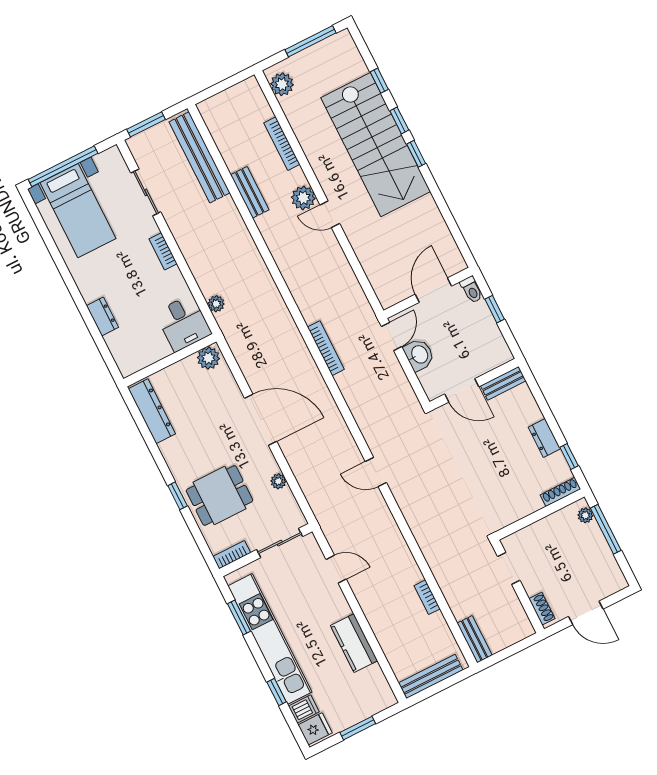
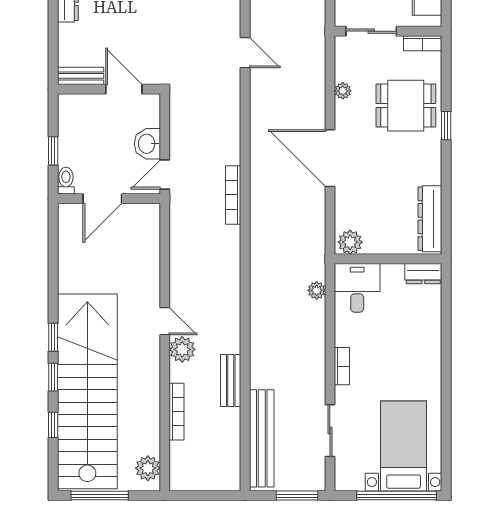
stairs: (376, 145) -> (87, 391), width x1.36
dresser: (102, 317) -> (423, 274), moved, turned -90

